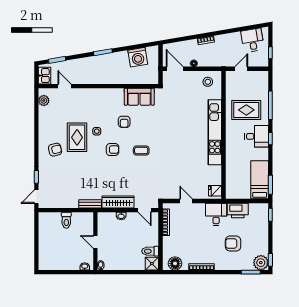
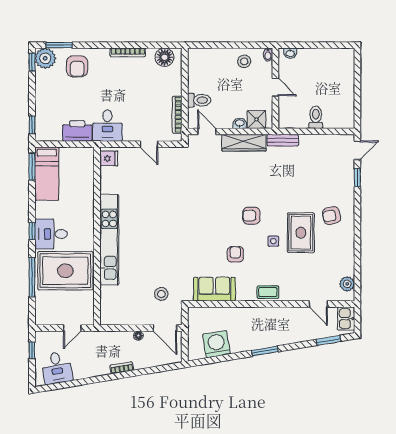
stool: (208, 82) -> (161, 294), moved
rug: (246, 110) -> (65, 271), width x1.37, depth x1.44
coffee table: (141, 151) -> (268, 292), moved
armchair: (233, 244) -> (77, 66), moved, turned 90
toilet: (150, 251) -> (199, 100), moved
stool: (118, 260) -> (244, 61), added
shower: (152, 264) -> (256, 119), moved

